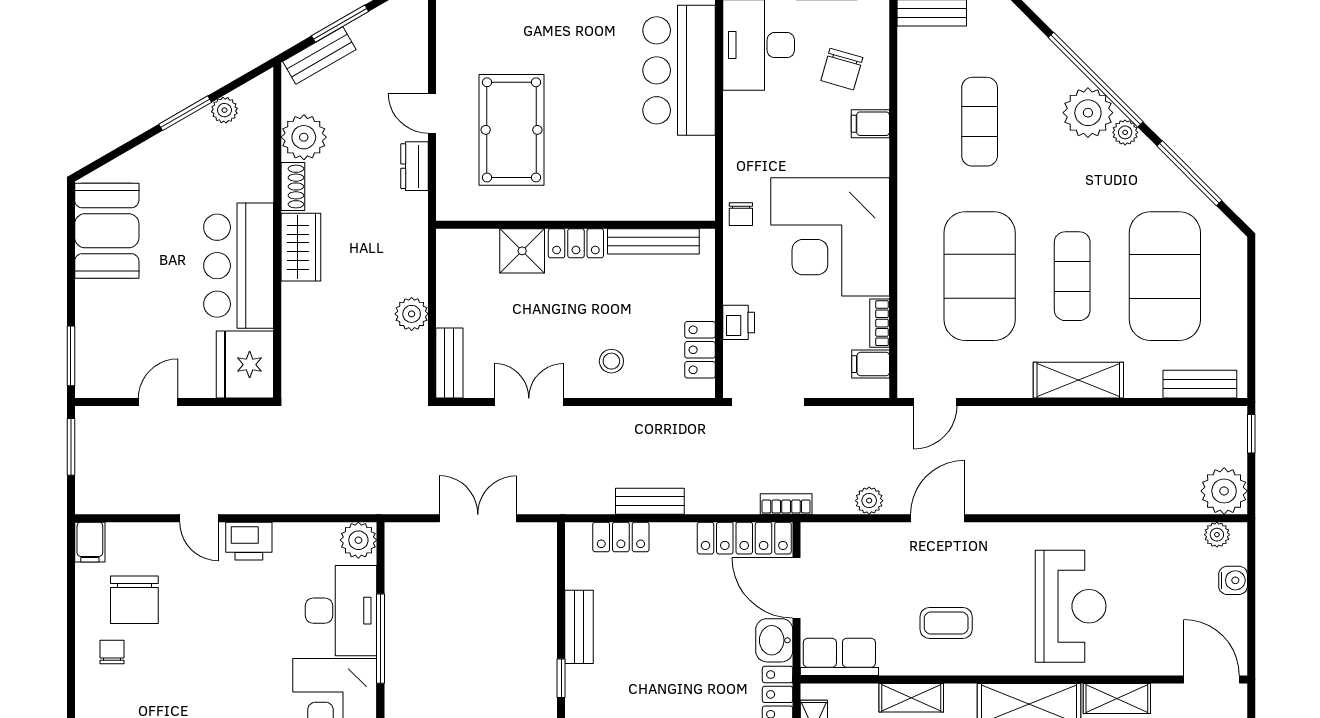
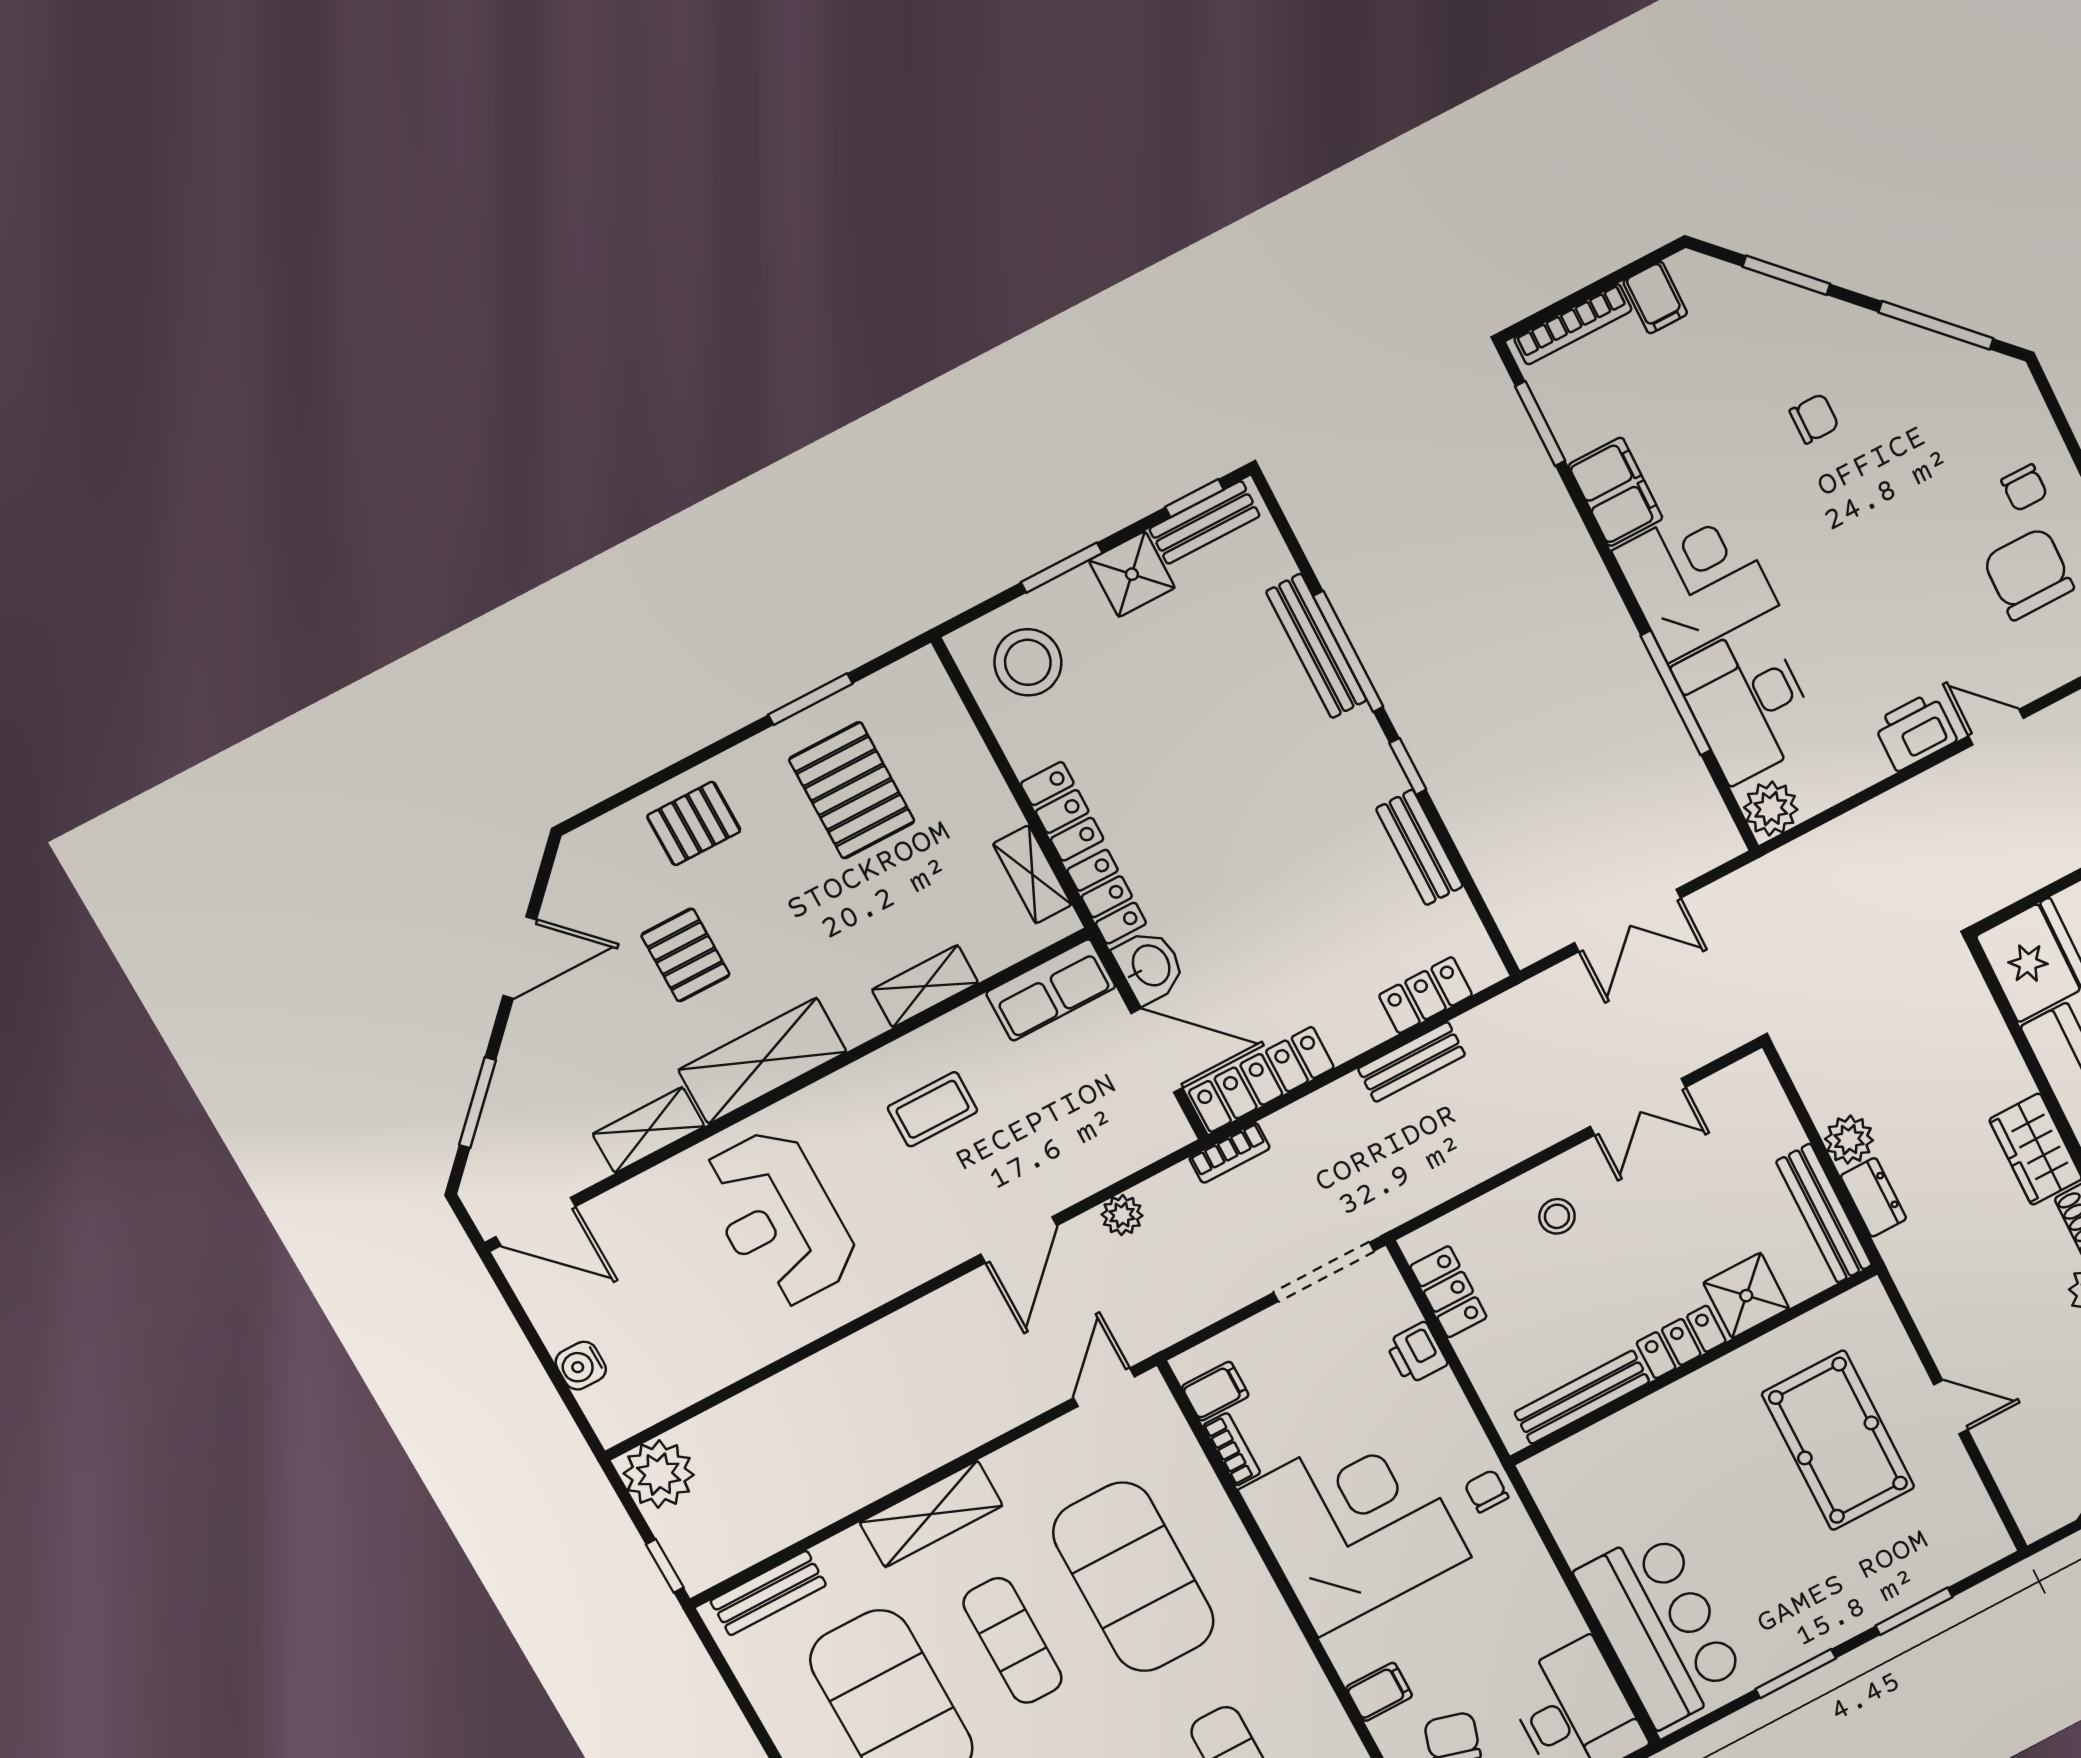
dresser: (414, 166) -> (1873, 1197), moved
bench: (449, 363) -> (1824, 1213), moved, width x1.36
plant: (1217, 535) -> (636, 1413), removed

